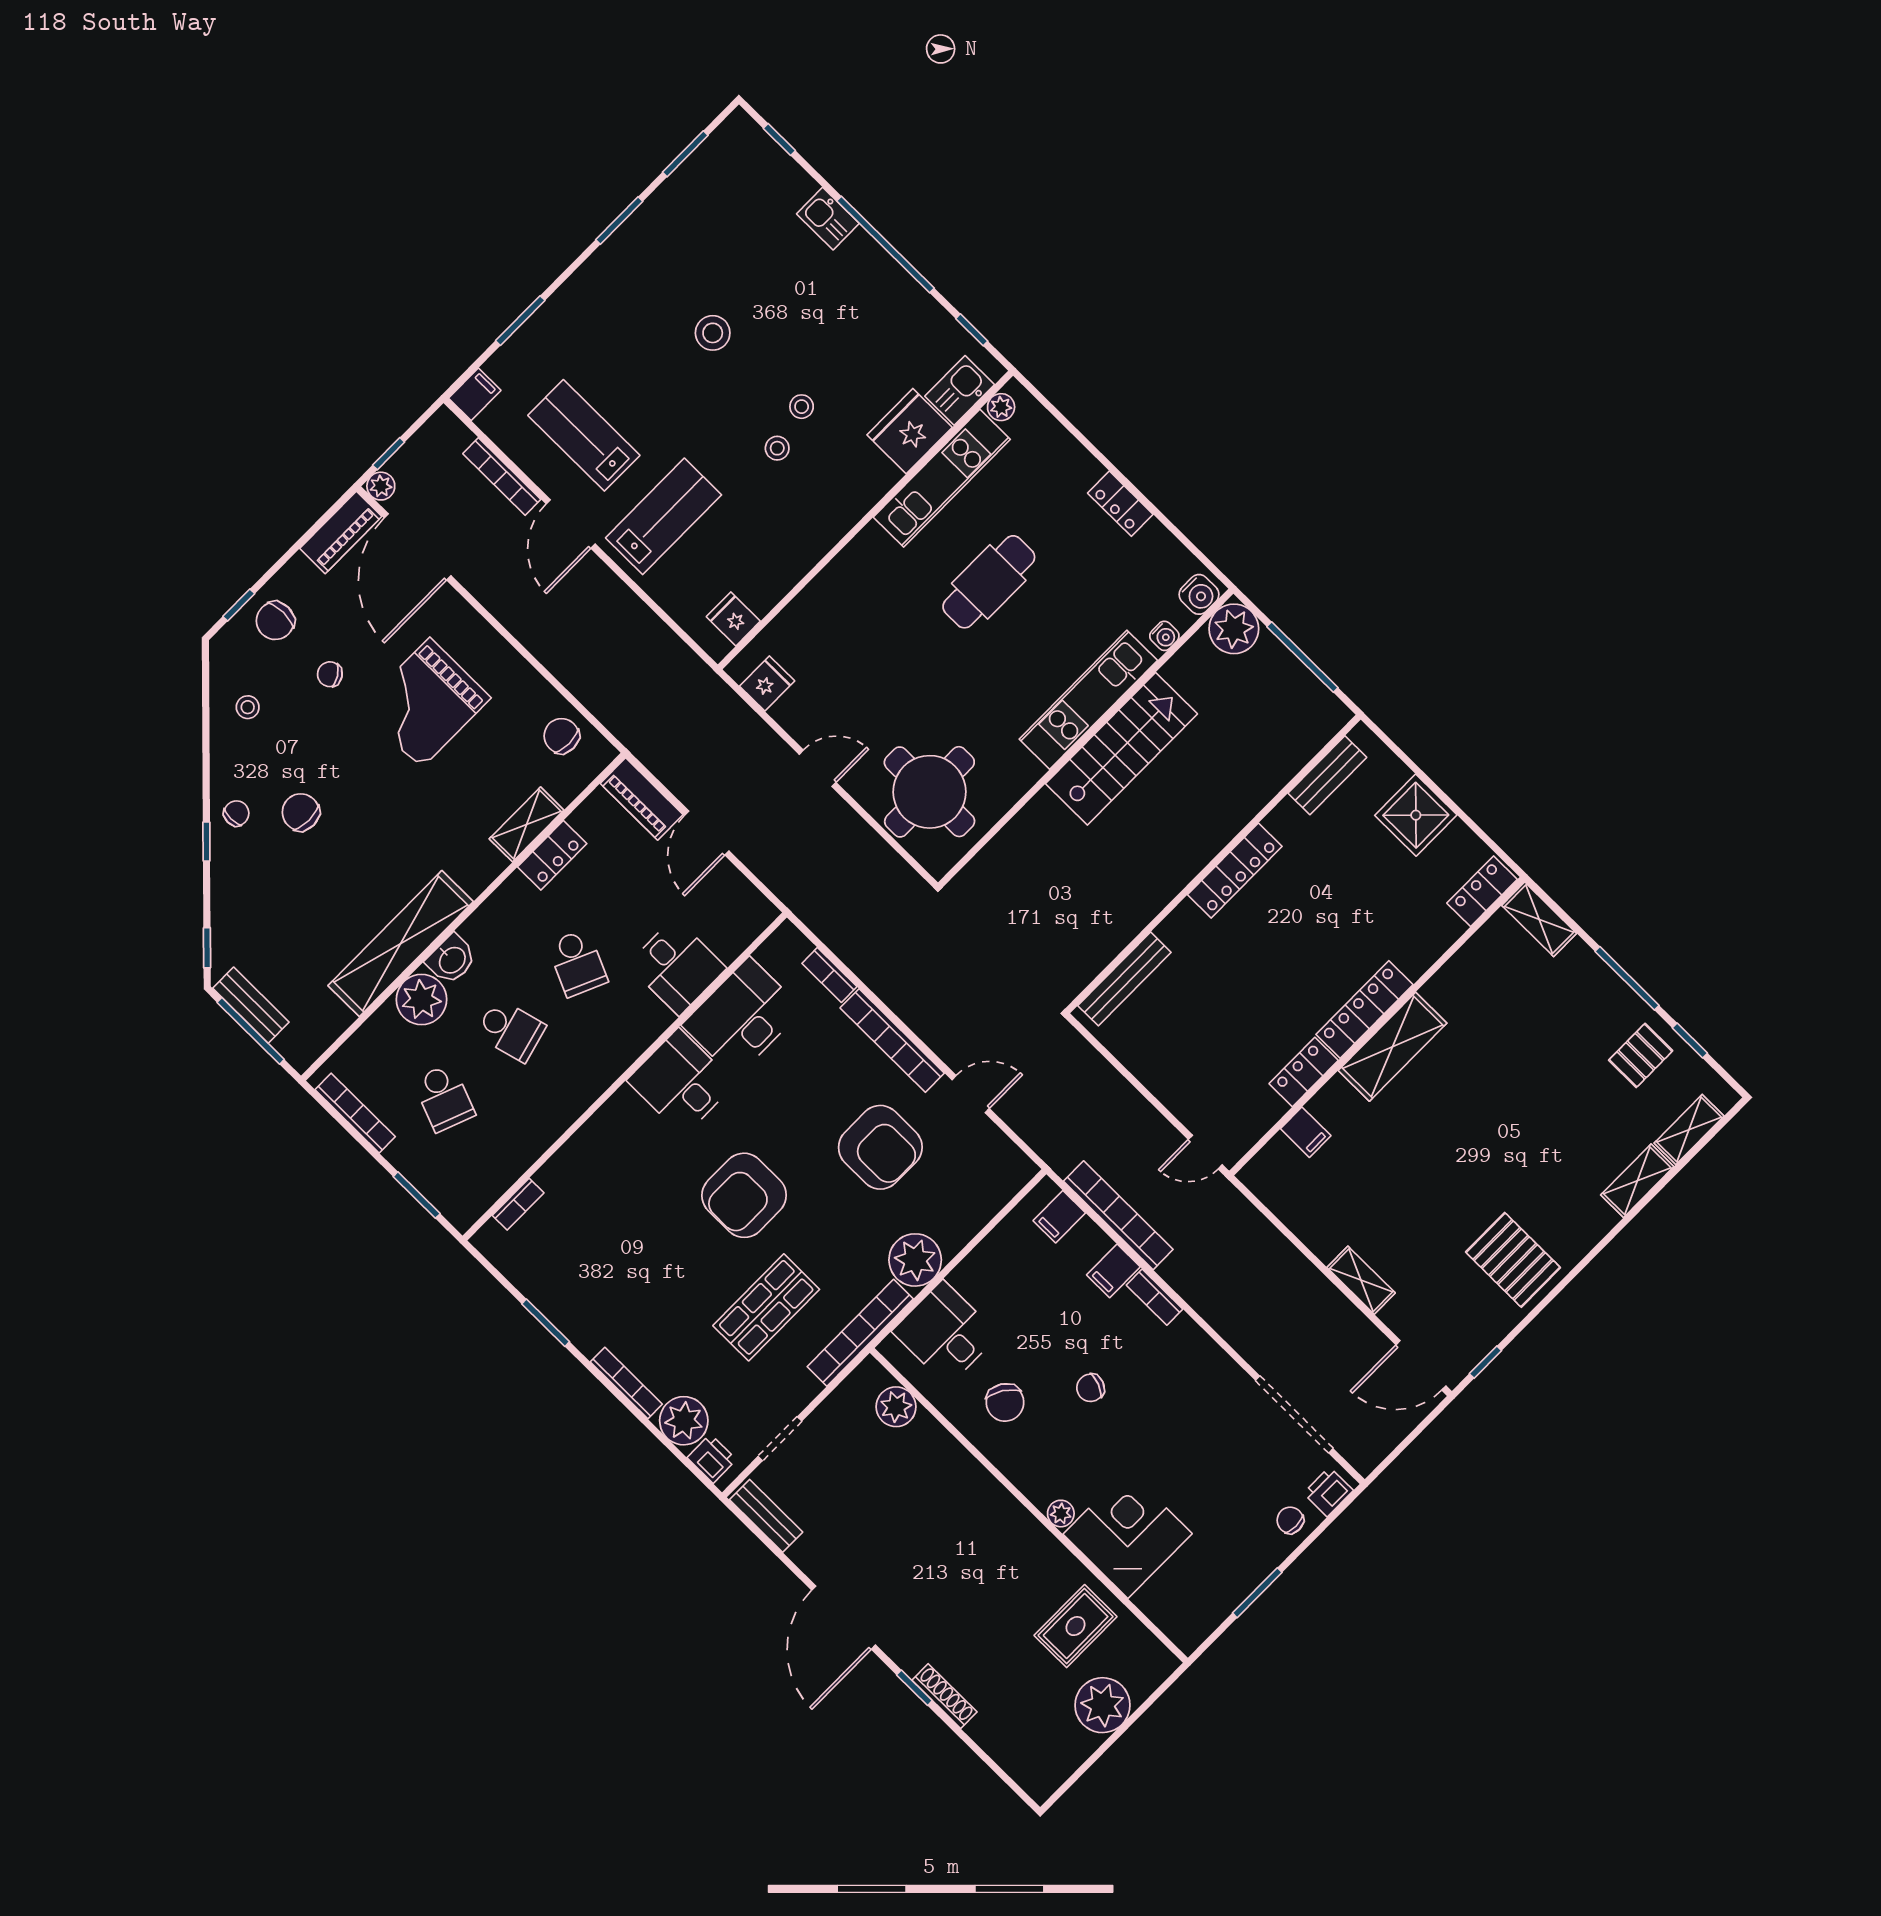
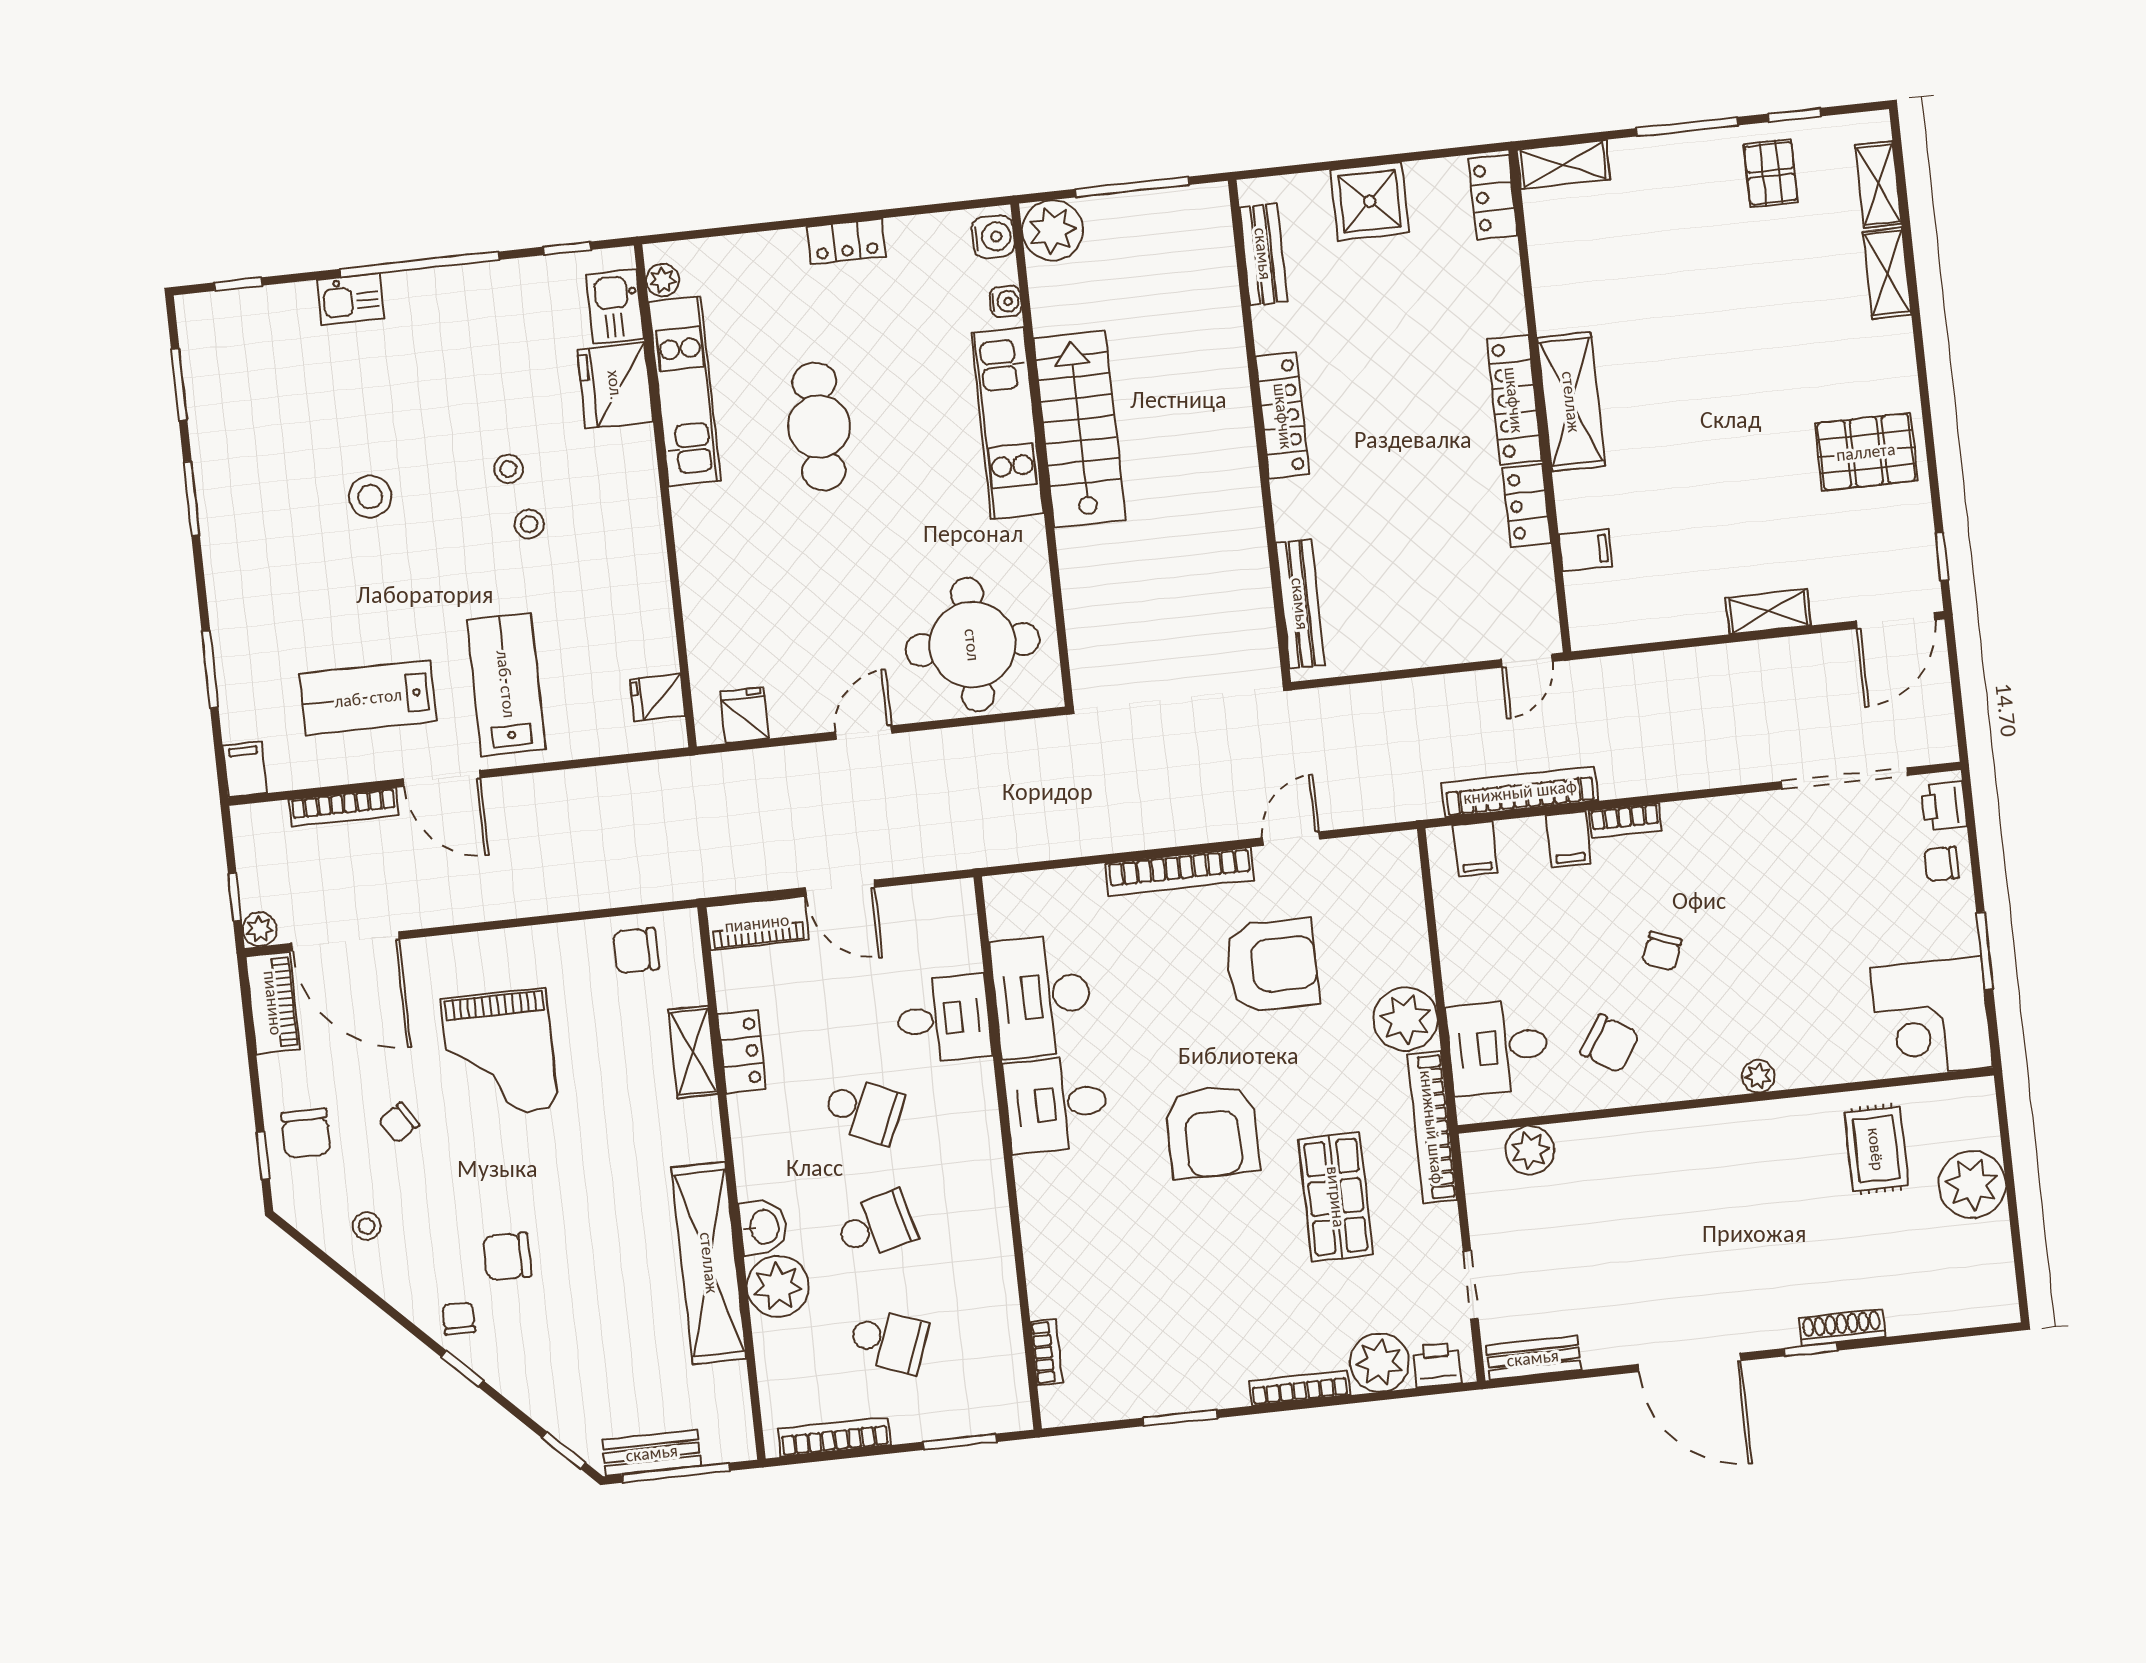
bookcase: (829, 975) -> (1069, 881), removed
corner desk: (1128, 1534) -> (1931, 1018), moved, turned -90

